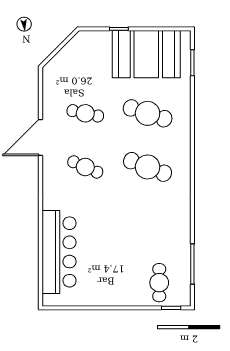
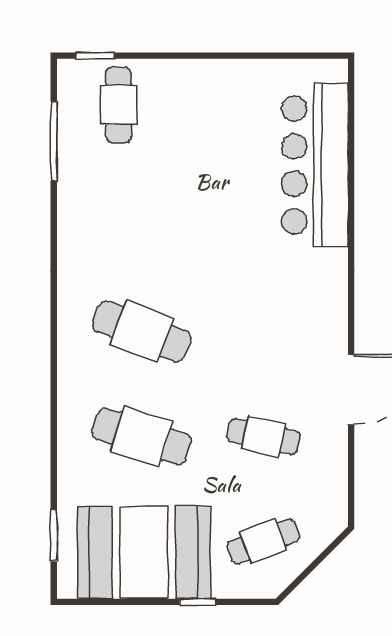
cafe table: (85, 167) -> (263, 541), moved, turned -45

